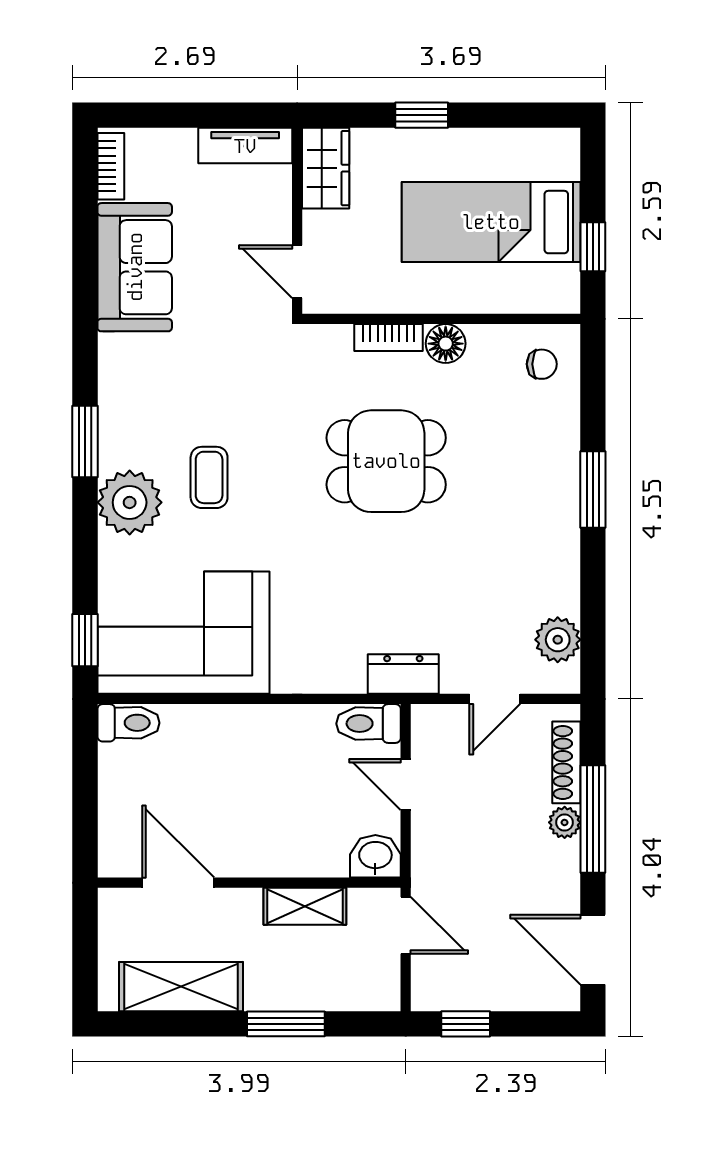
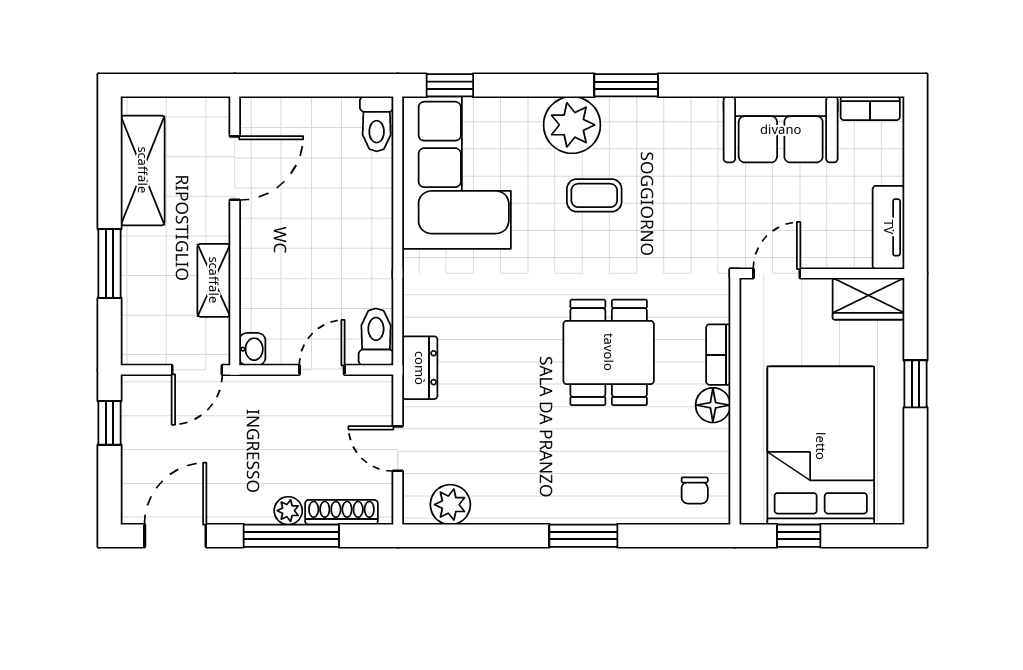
bed: (491, 222) -> (821, 446), width x1.50
washbasin: (375, 856) -> (252, 349), width x0.72, depth x0.69

